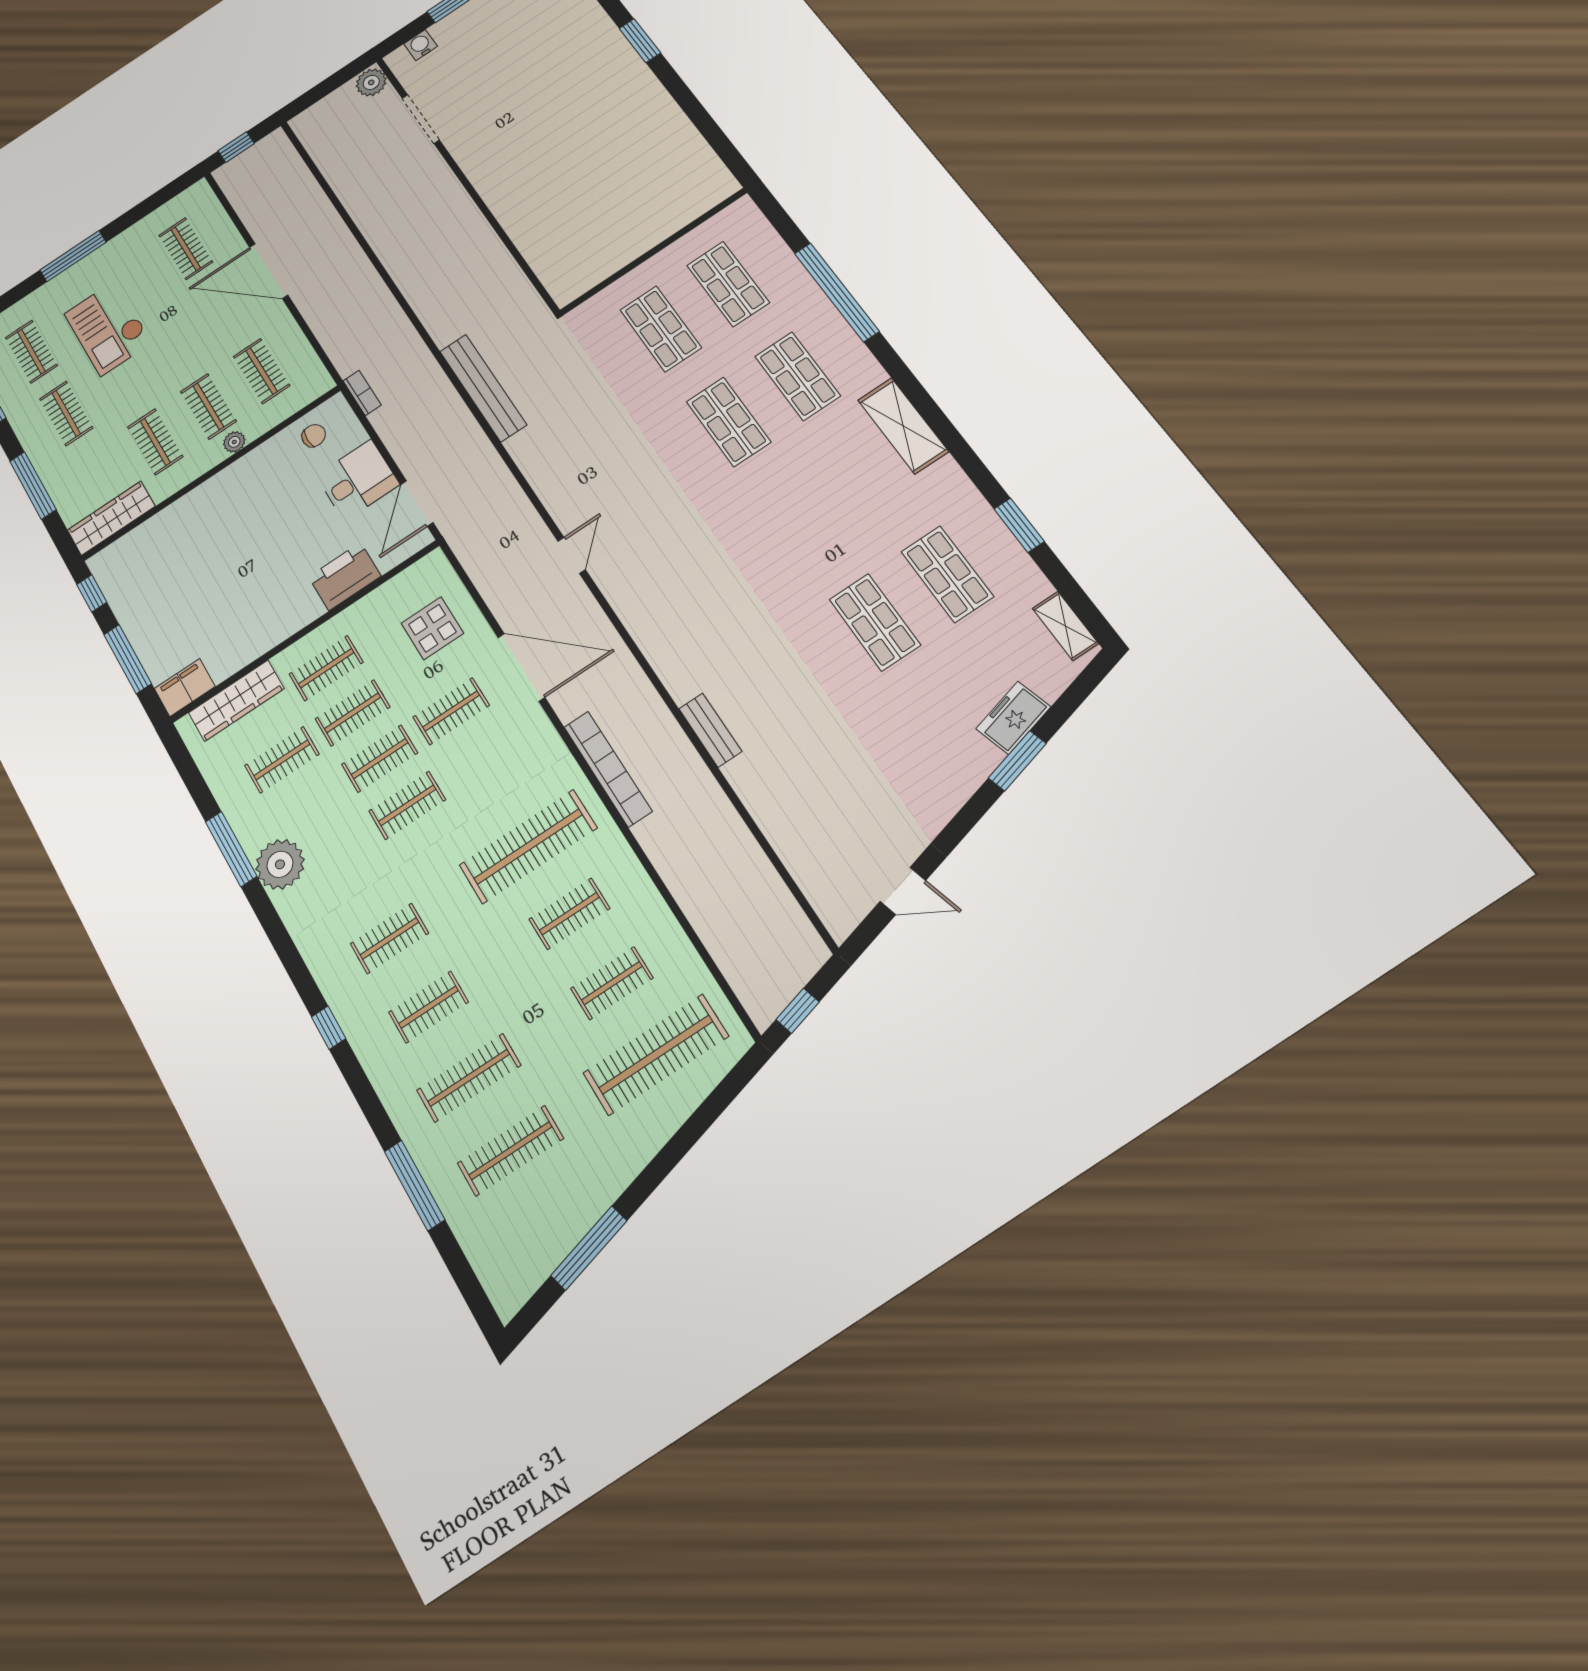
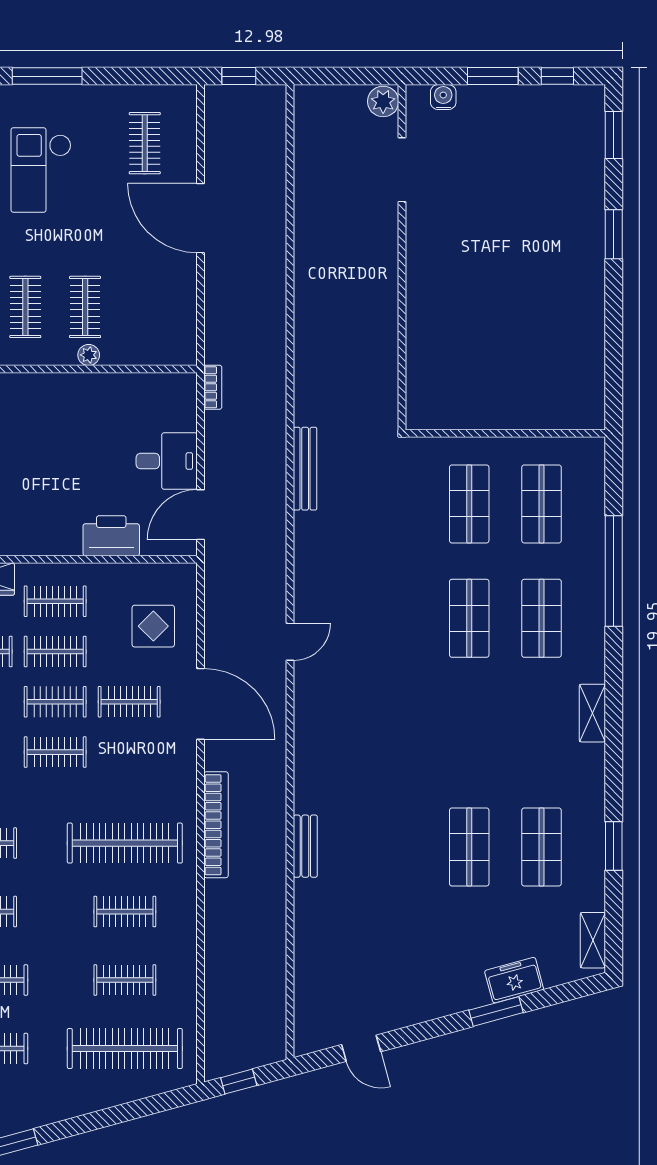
clothes rail: (262, 371) -> (145, 307), removed
bench: (483, 388) -> (305, 469), width x0.73, depth x0.82
shelving: (903, 426) -> (592, 713), width x0.67, depth x0.75
chair: (314, 436) -> (154, 397), removed

